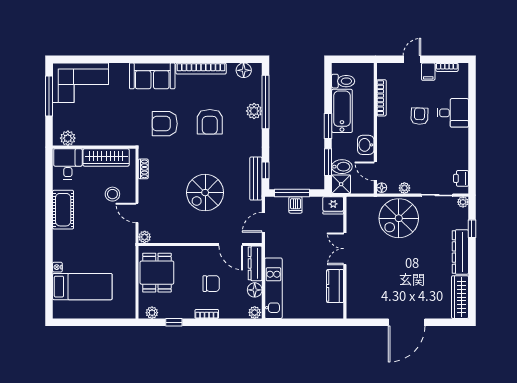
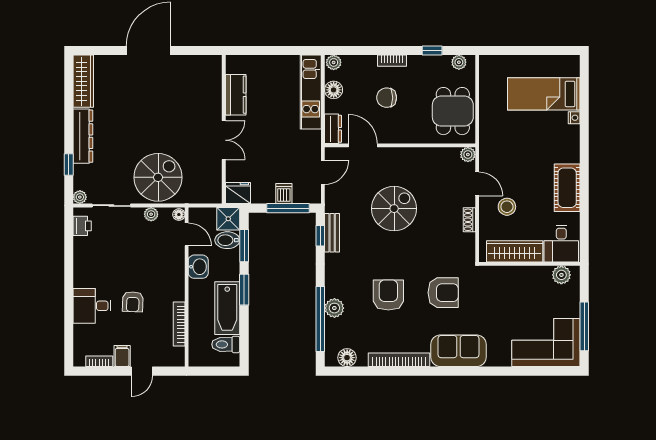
shoe rack: (143, 169) -> (469, 220), moved
bench: (256, 179) -> (332, 233), width x0.73
dresser: (255, 263) -> (333, 129), width x0.70

